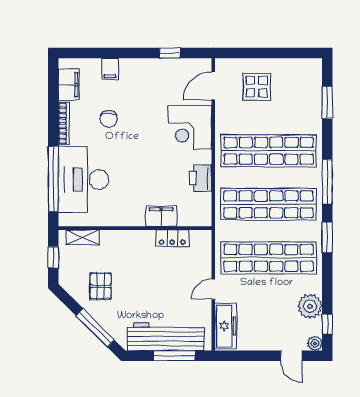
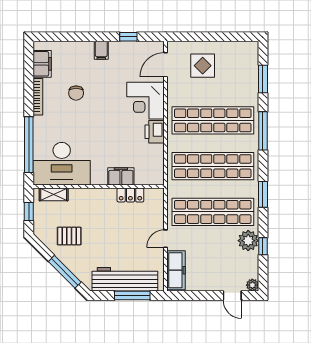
filing cabinet: (110, 69) -> (101, 50), moved
printer: (200, 178) -> (155, 132), moved
desk: (83, 179) -> (62, 164), moved, turned -90
window: (327, 182) -> (263, 131), moved
pallet: (101, 286) -> (69, 236), turned 90
plant: (310, 306) -> (248, 241), moved
window: (327, 324) -> (263, 246), moved

